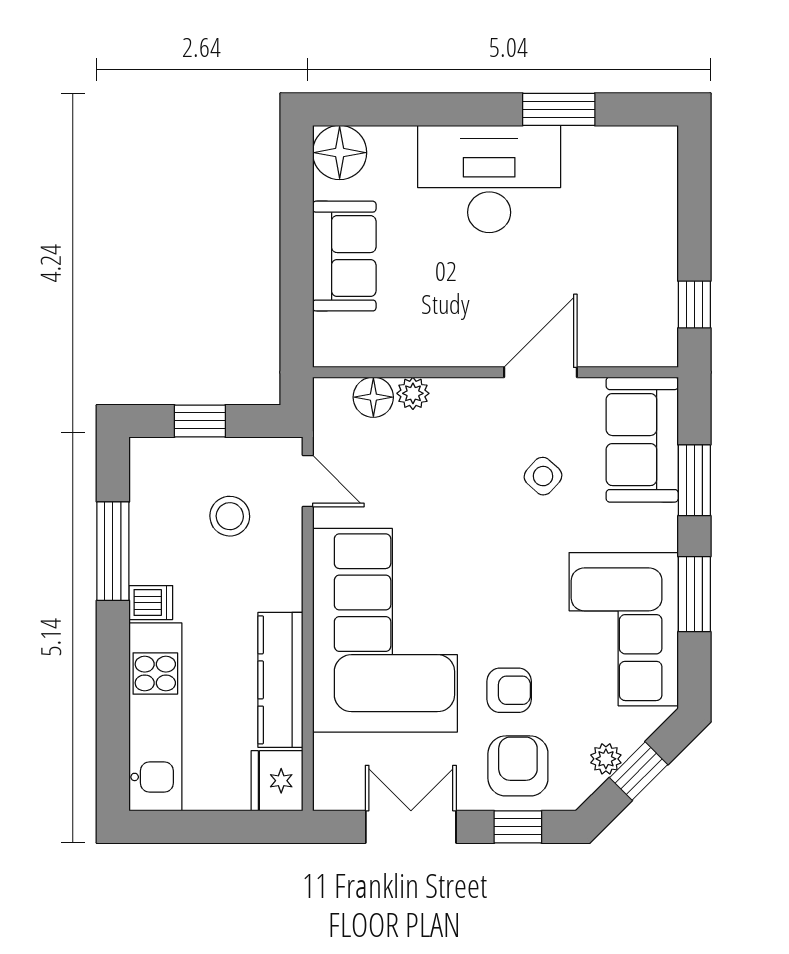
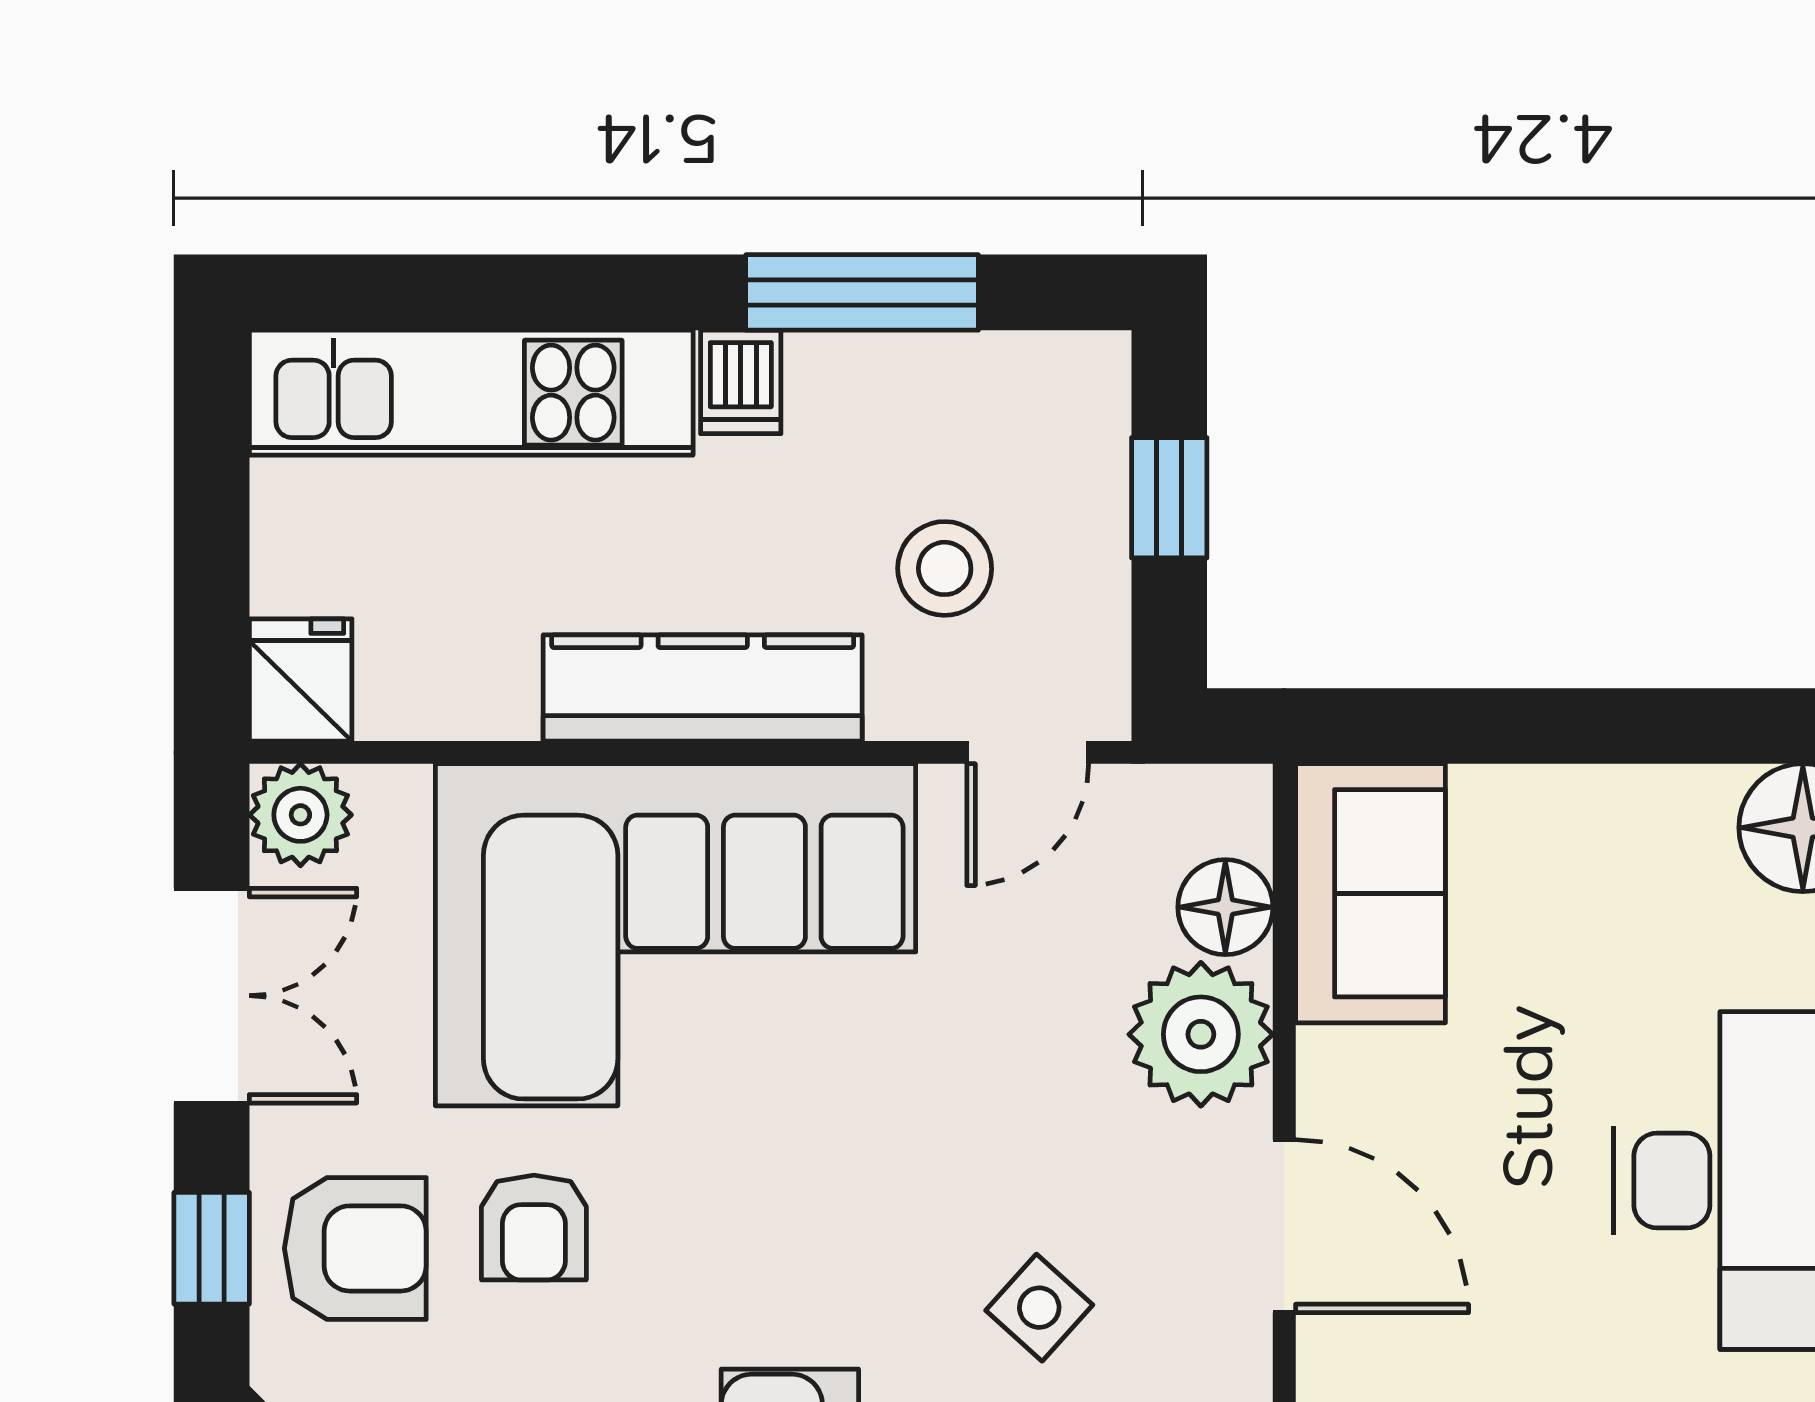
sofa: (344, 256) -> (1370, 893), moved, turned -90
door: (541, 372) -> (1284, 1226), moved
plant: (413, 393) -> (1201, 1034), width x1.87, depth x1.87
kitchen counter: (280, 680) -> (703, 688), moved
fridge: (277, 781) -> (301, 680), width x0.72
plant: (334, 789) -> (300, 815), added

